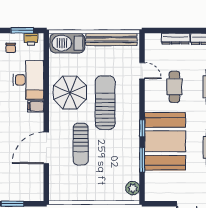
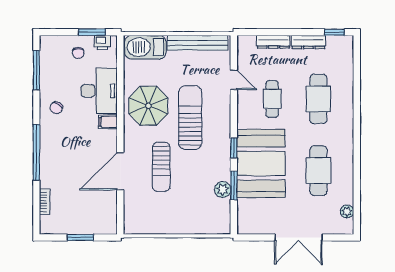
plant: (133, 188) -> (223, 189), moved

